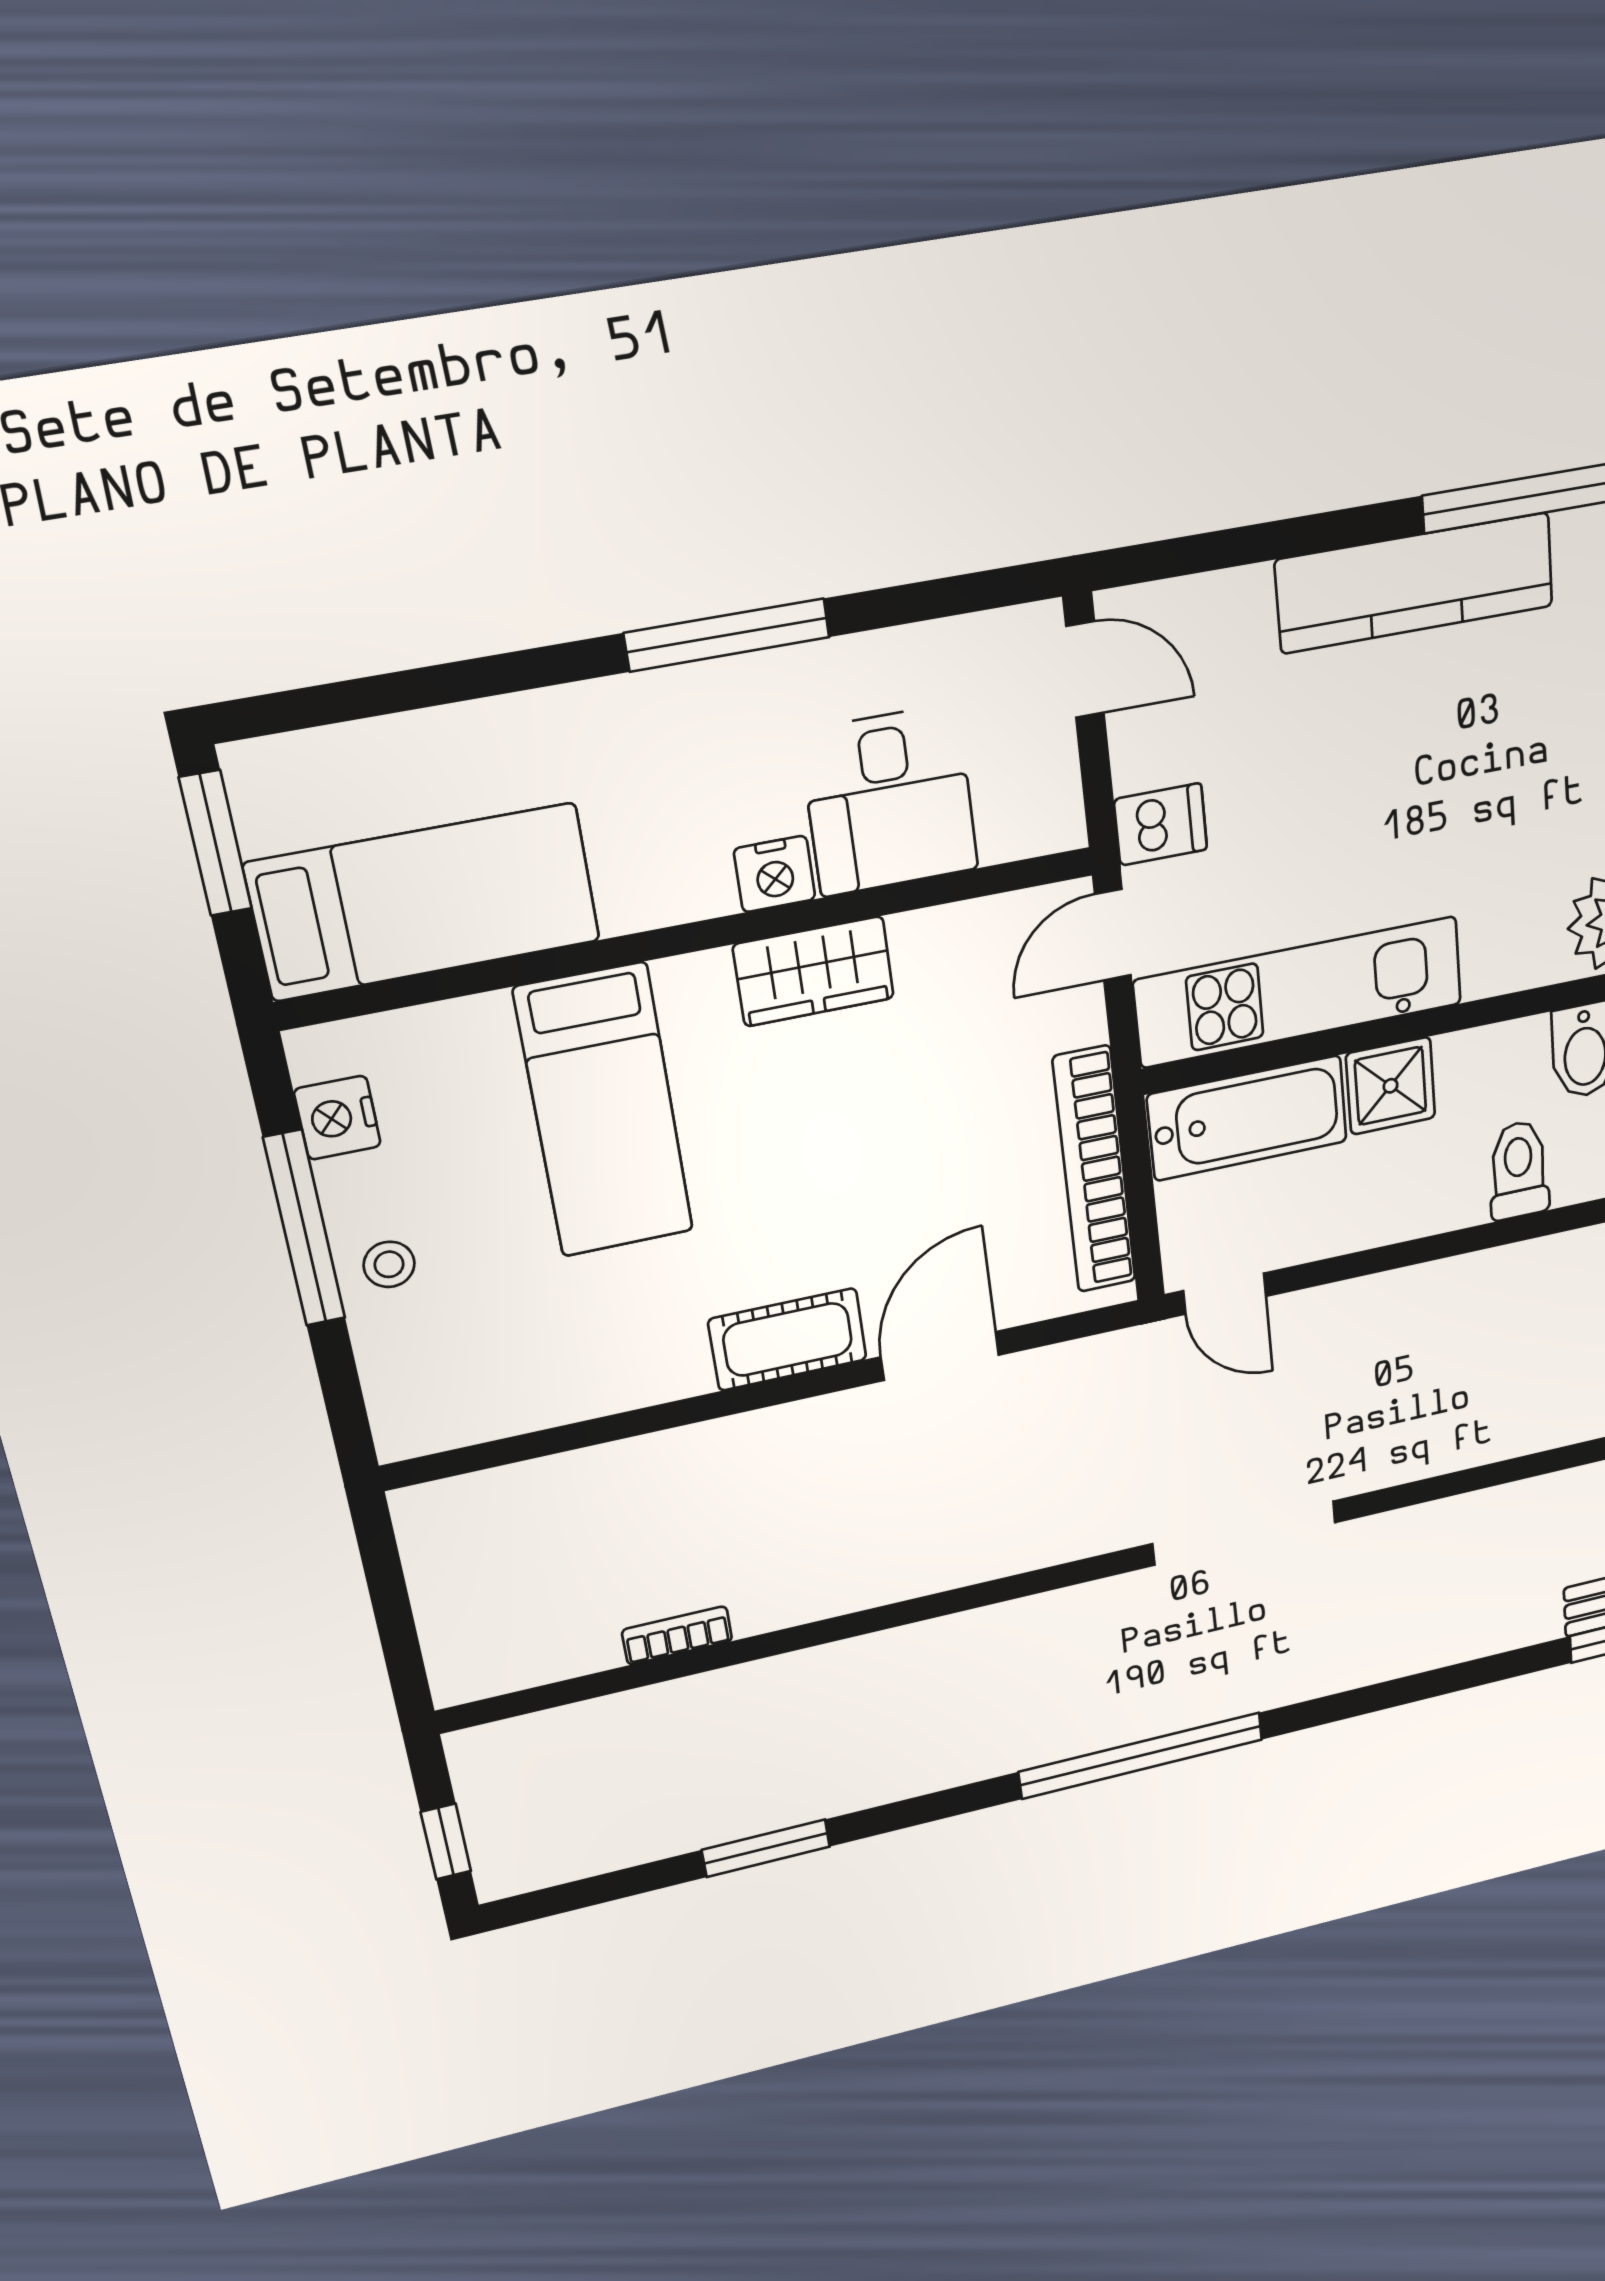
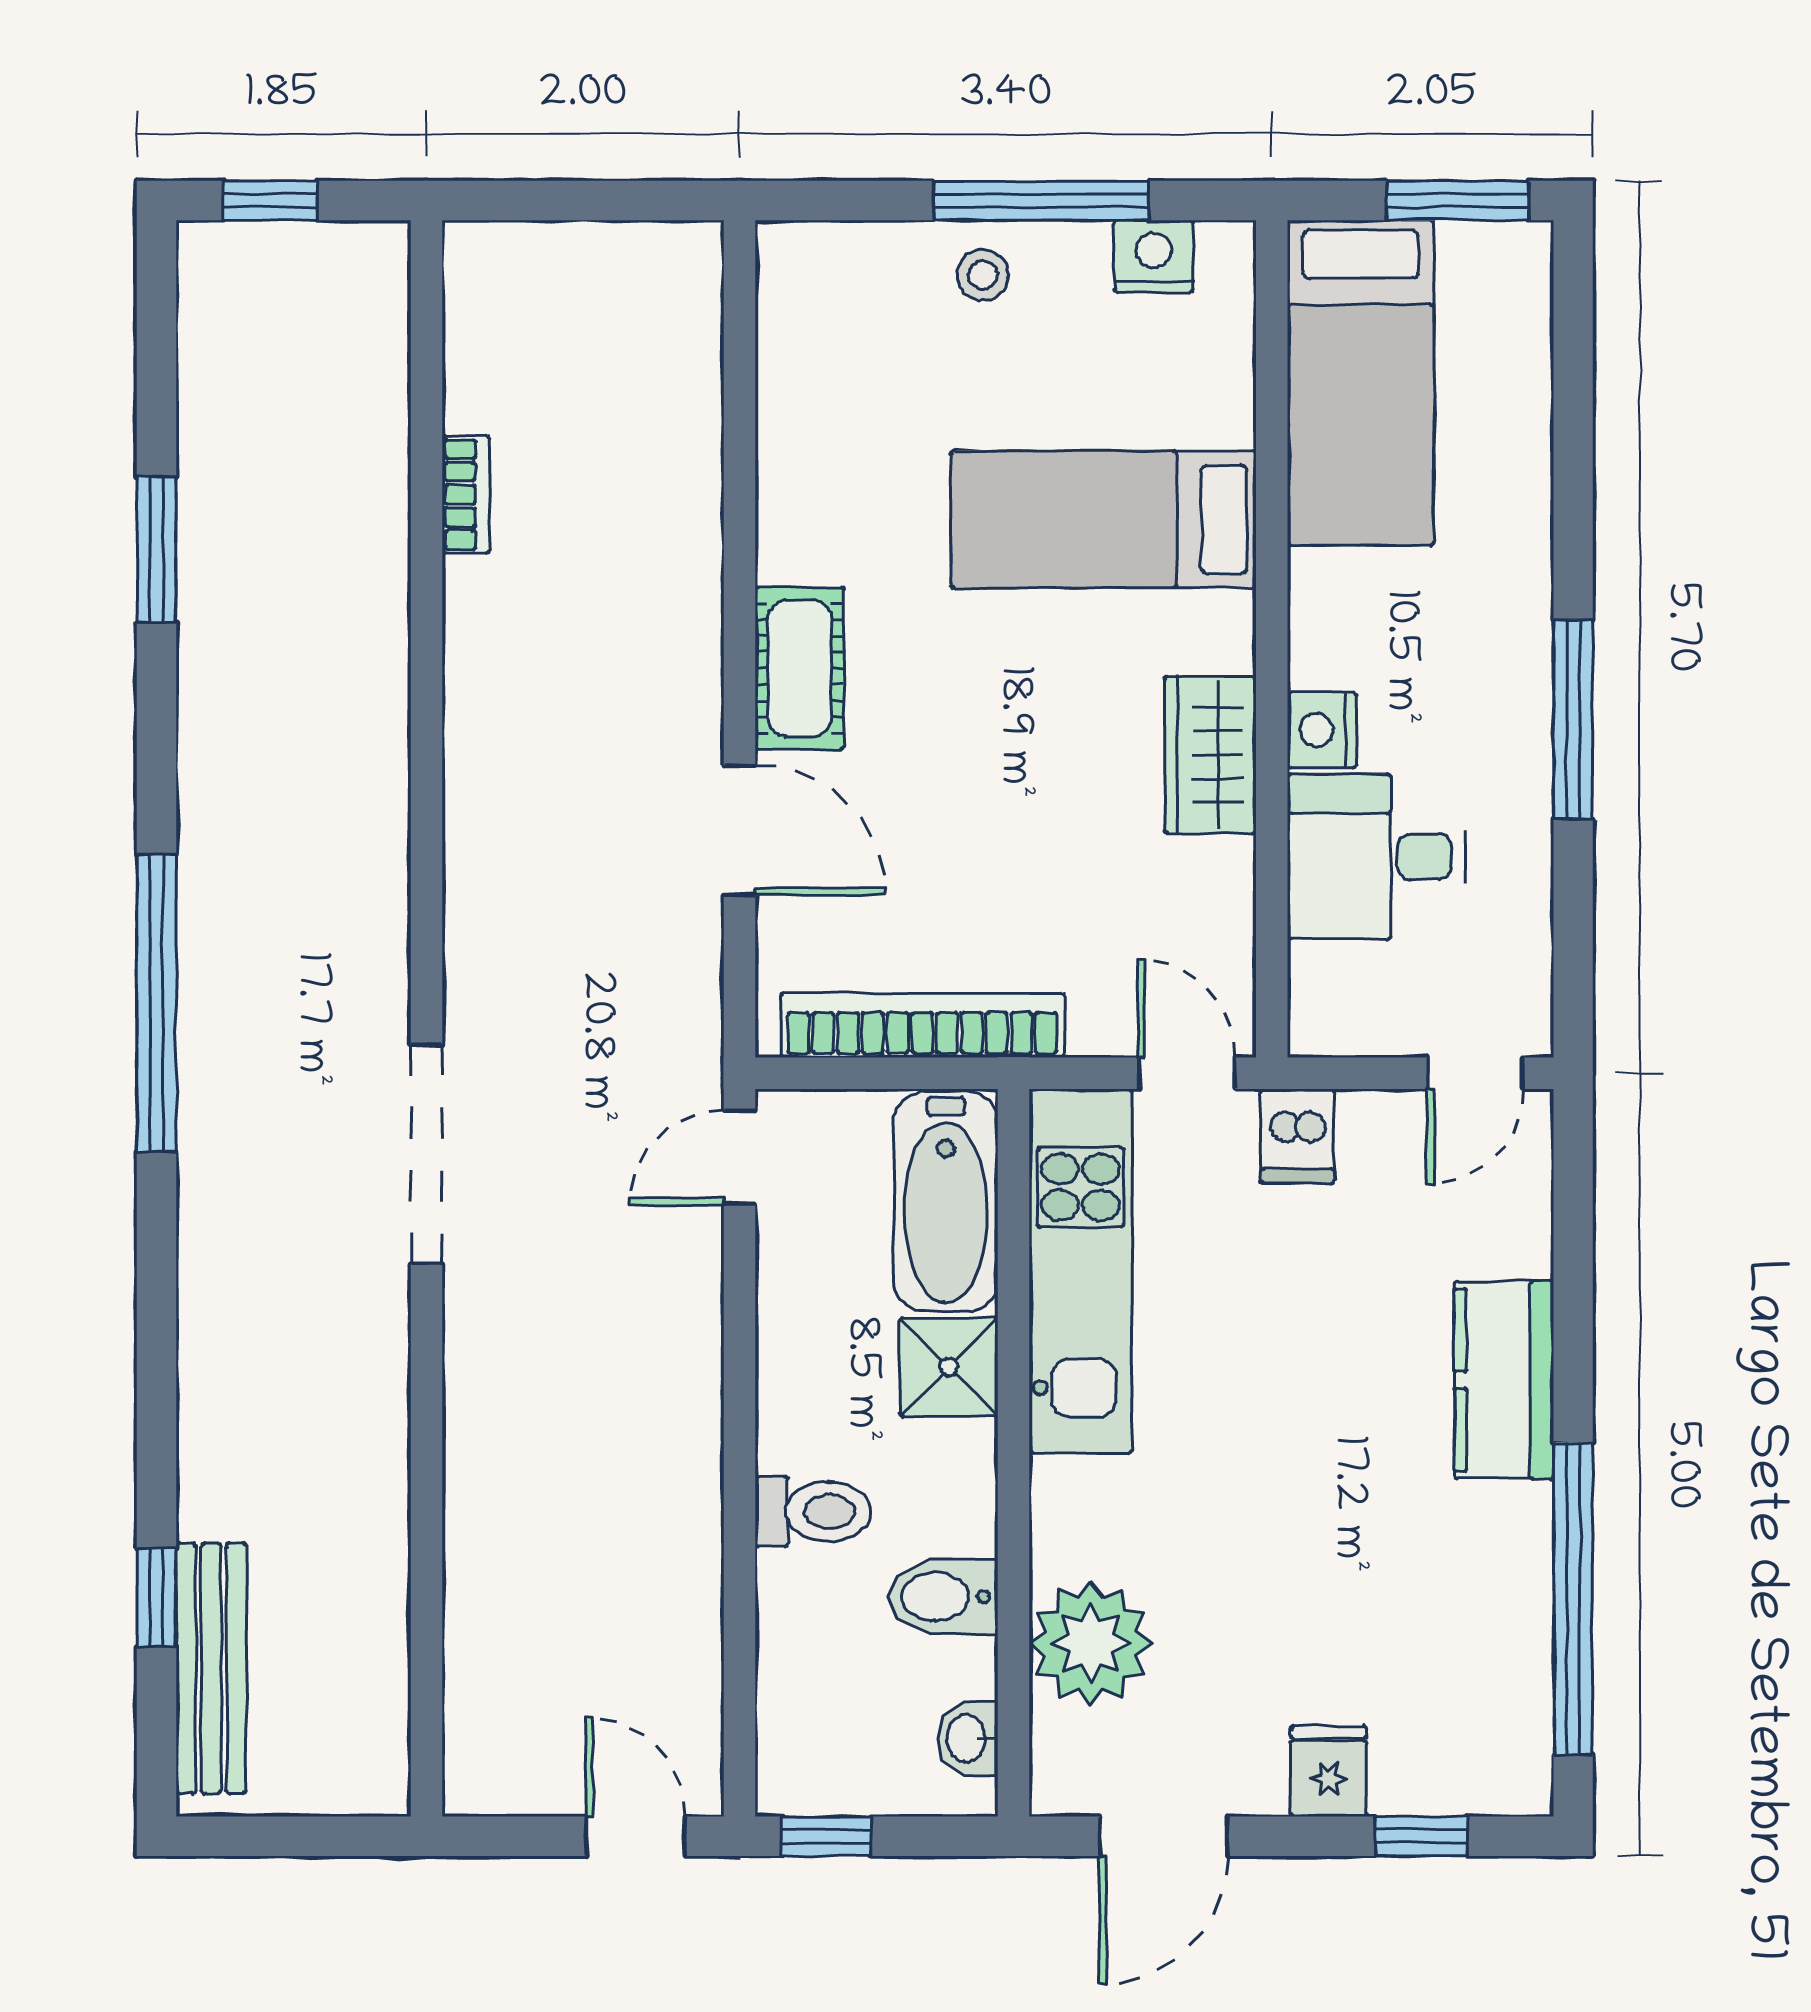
kitchen counter: (1415, 583) -> (1504, 1380), width x0.67

